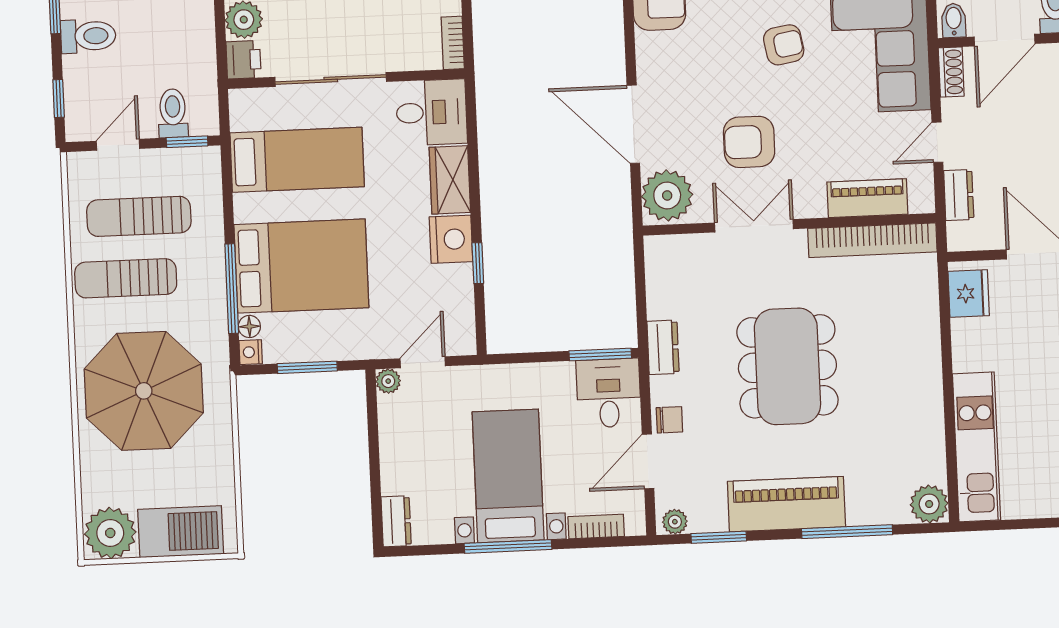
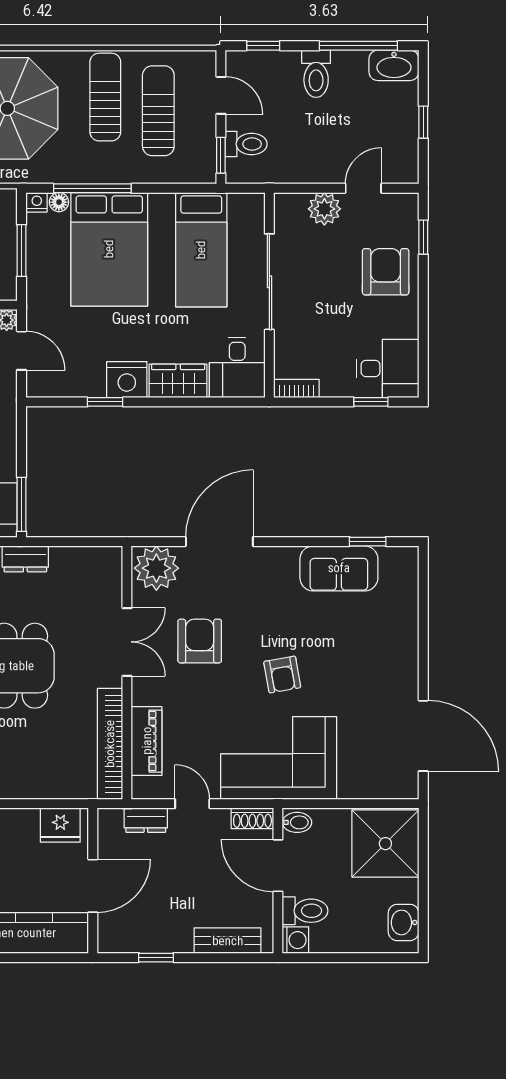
printer: (244, 60) -> (290, 207), removed

